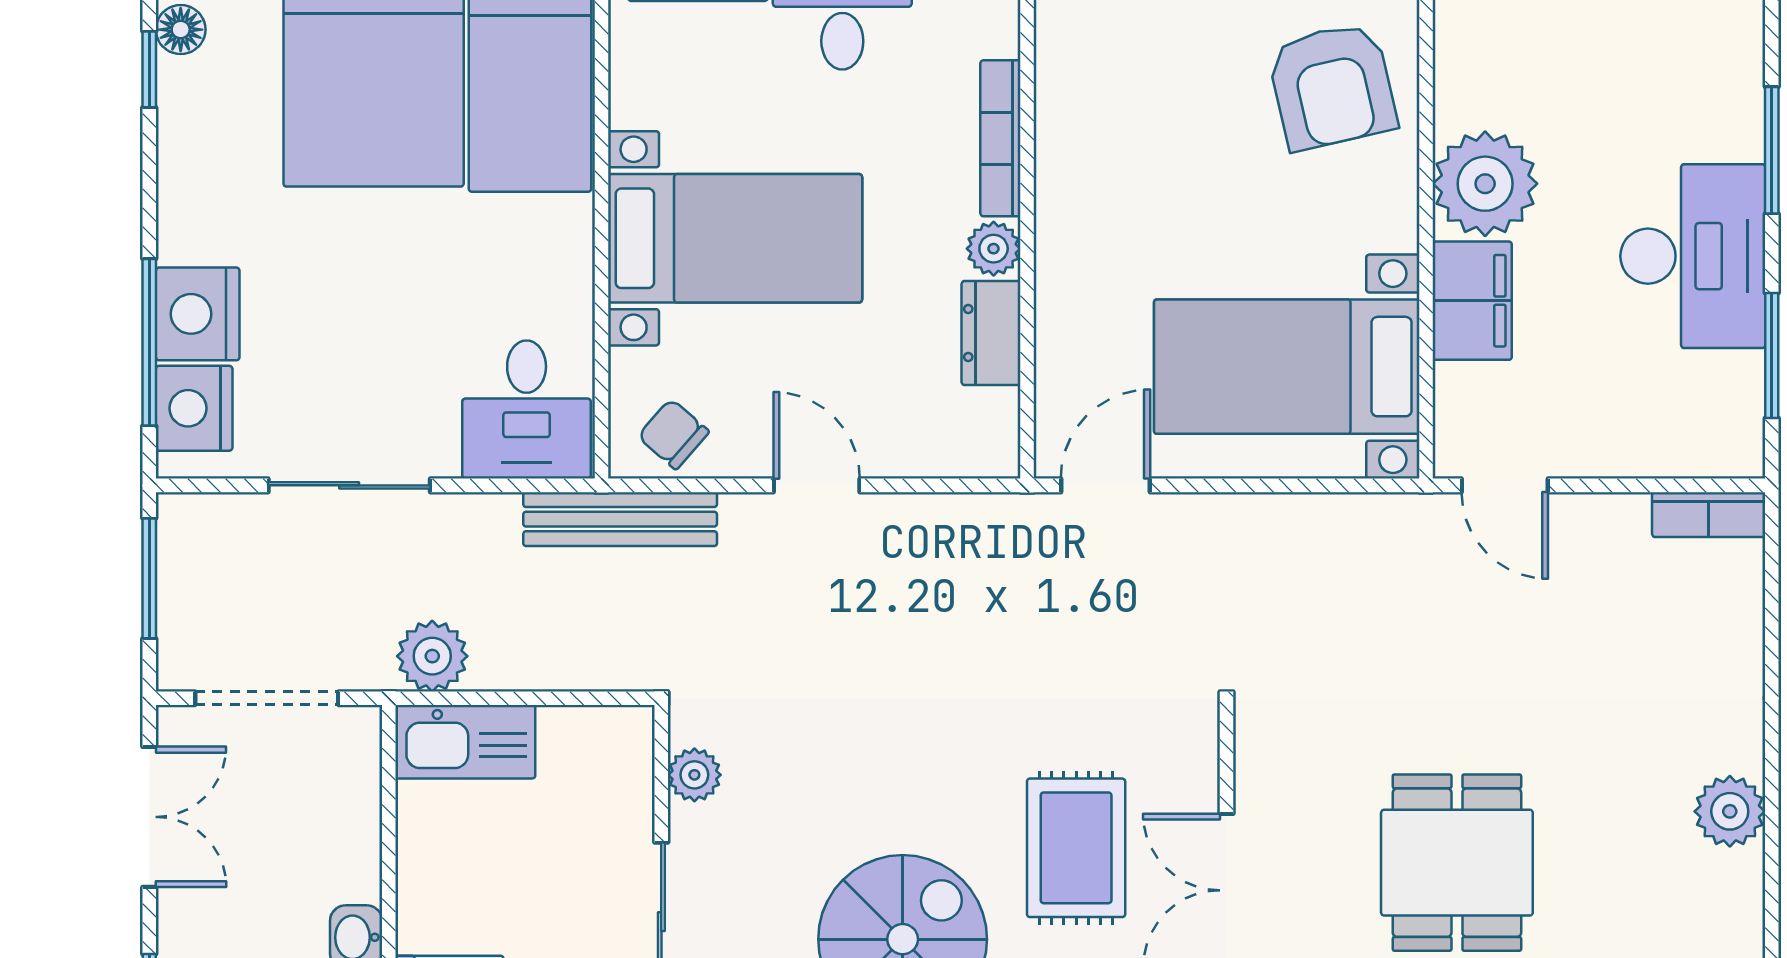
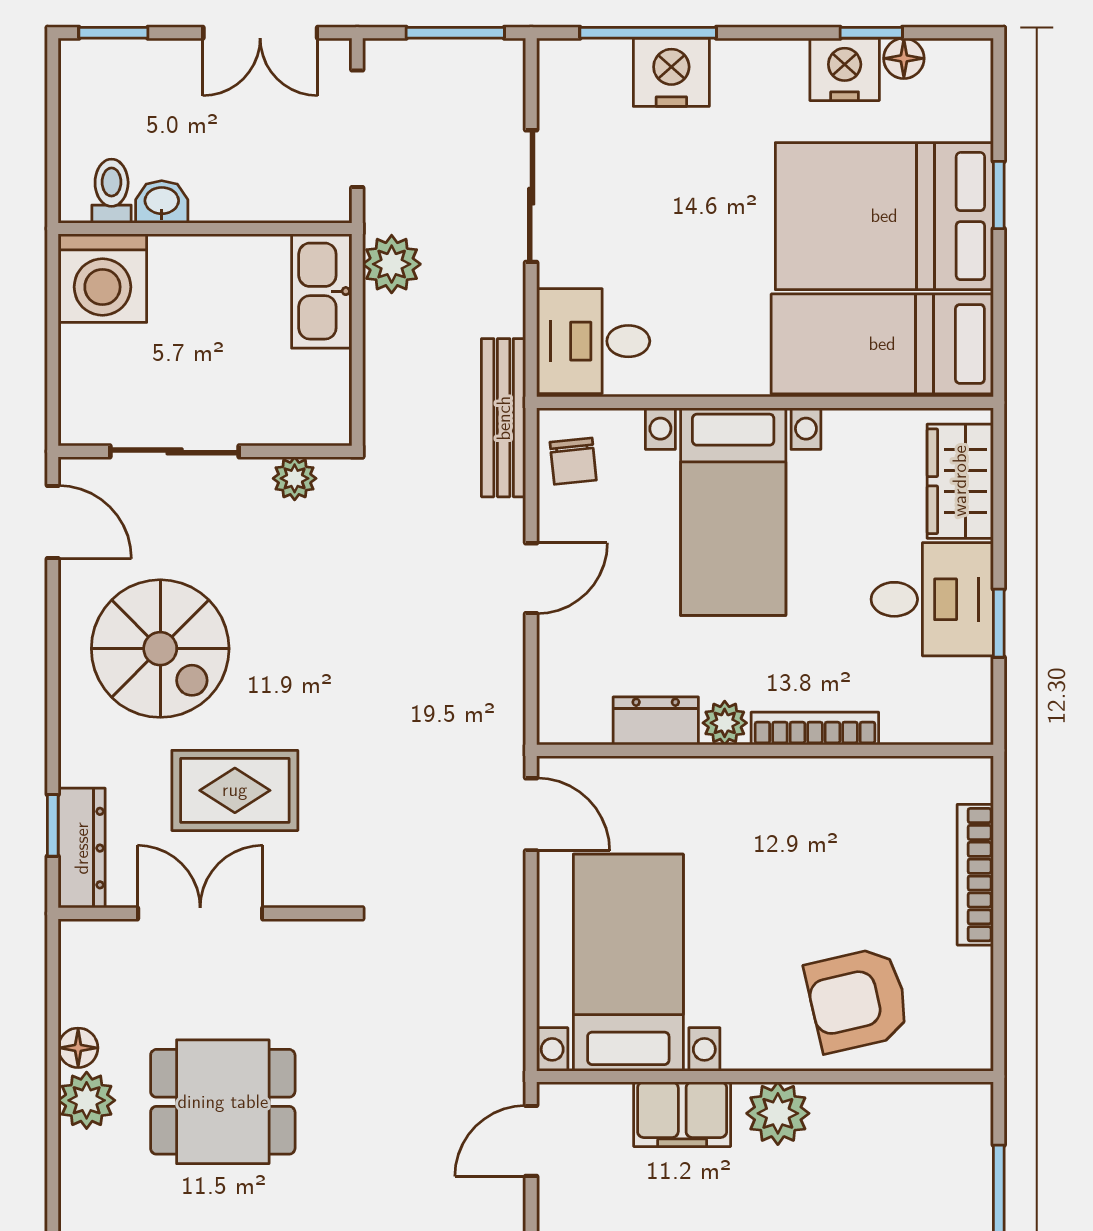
plant: (1485, 184) -> (778, 1113), width x0.73, depth x0.73
nightstand: (194, 408) -> (845, 69), moved
chair: (673, 434) -> (573, 461), turned 133

